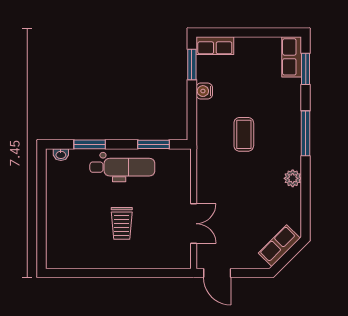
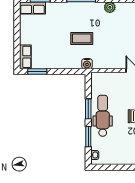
water cooler: (204, 91) -> (87, 64), moved
window: (154, 144) -> (88, 109), moved

